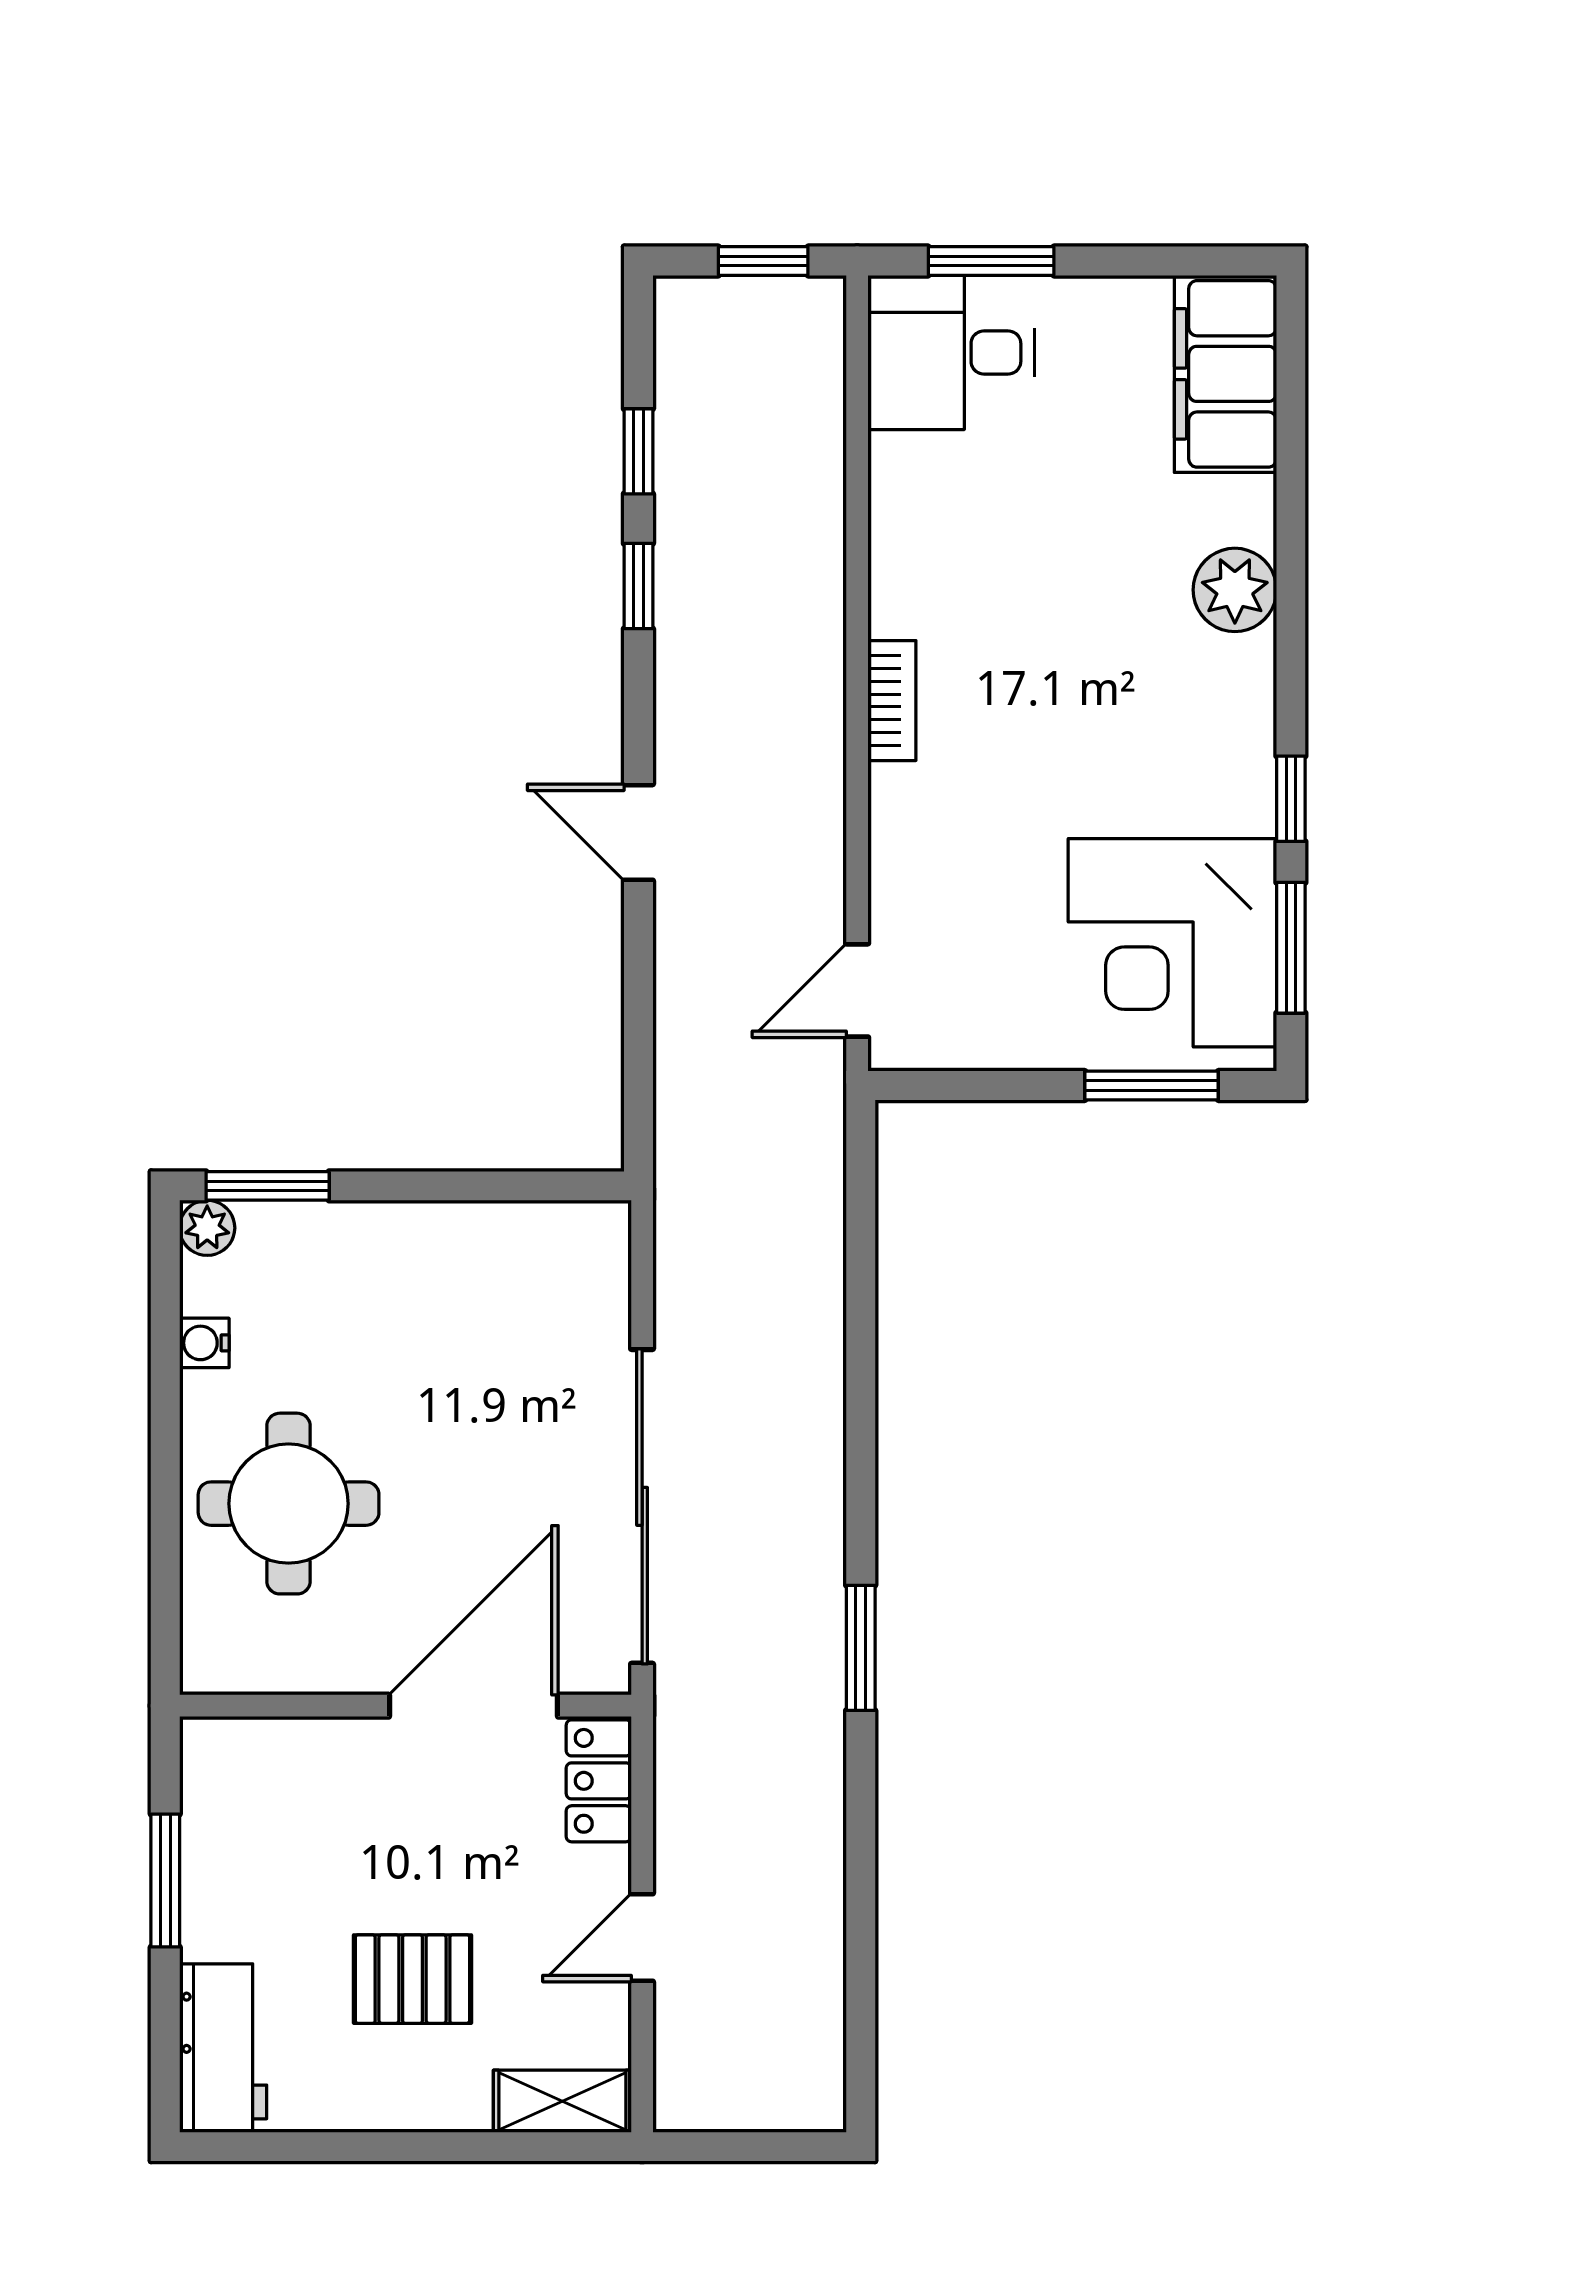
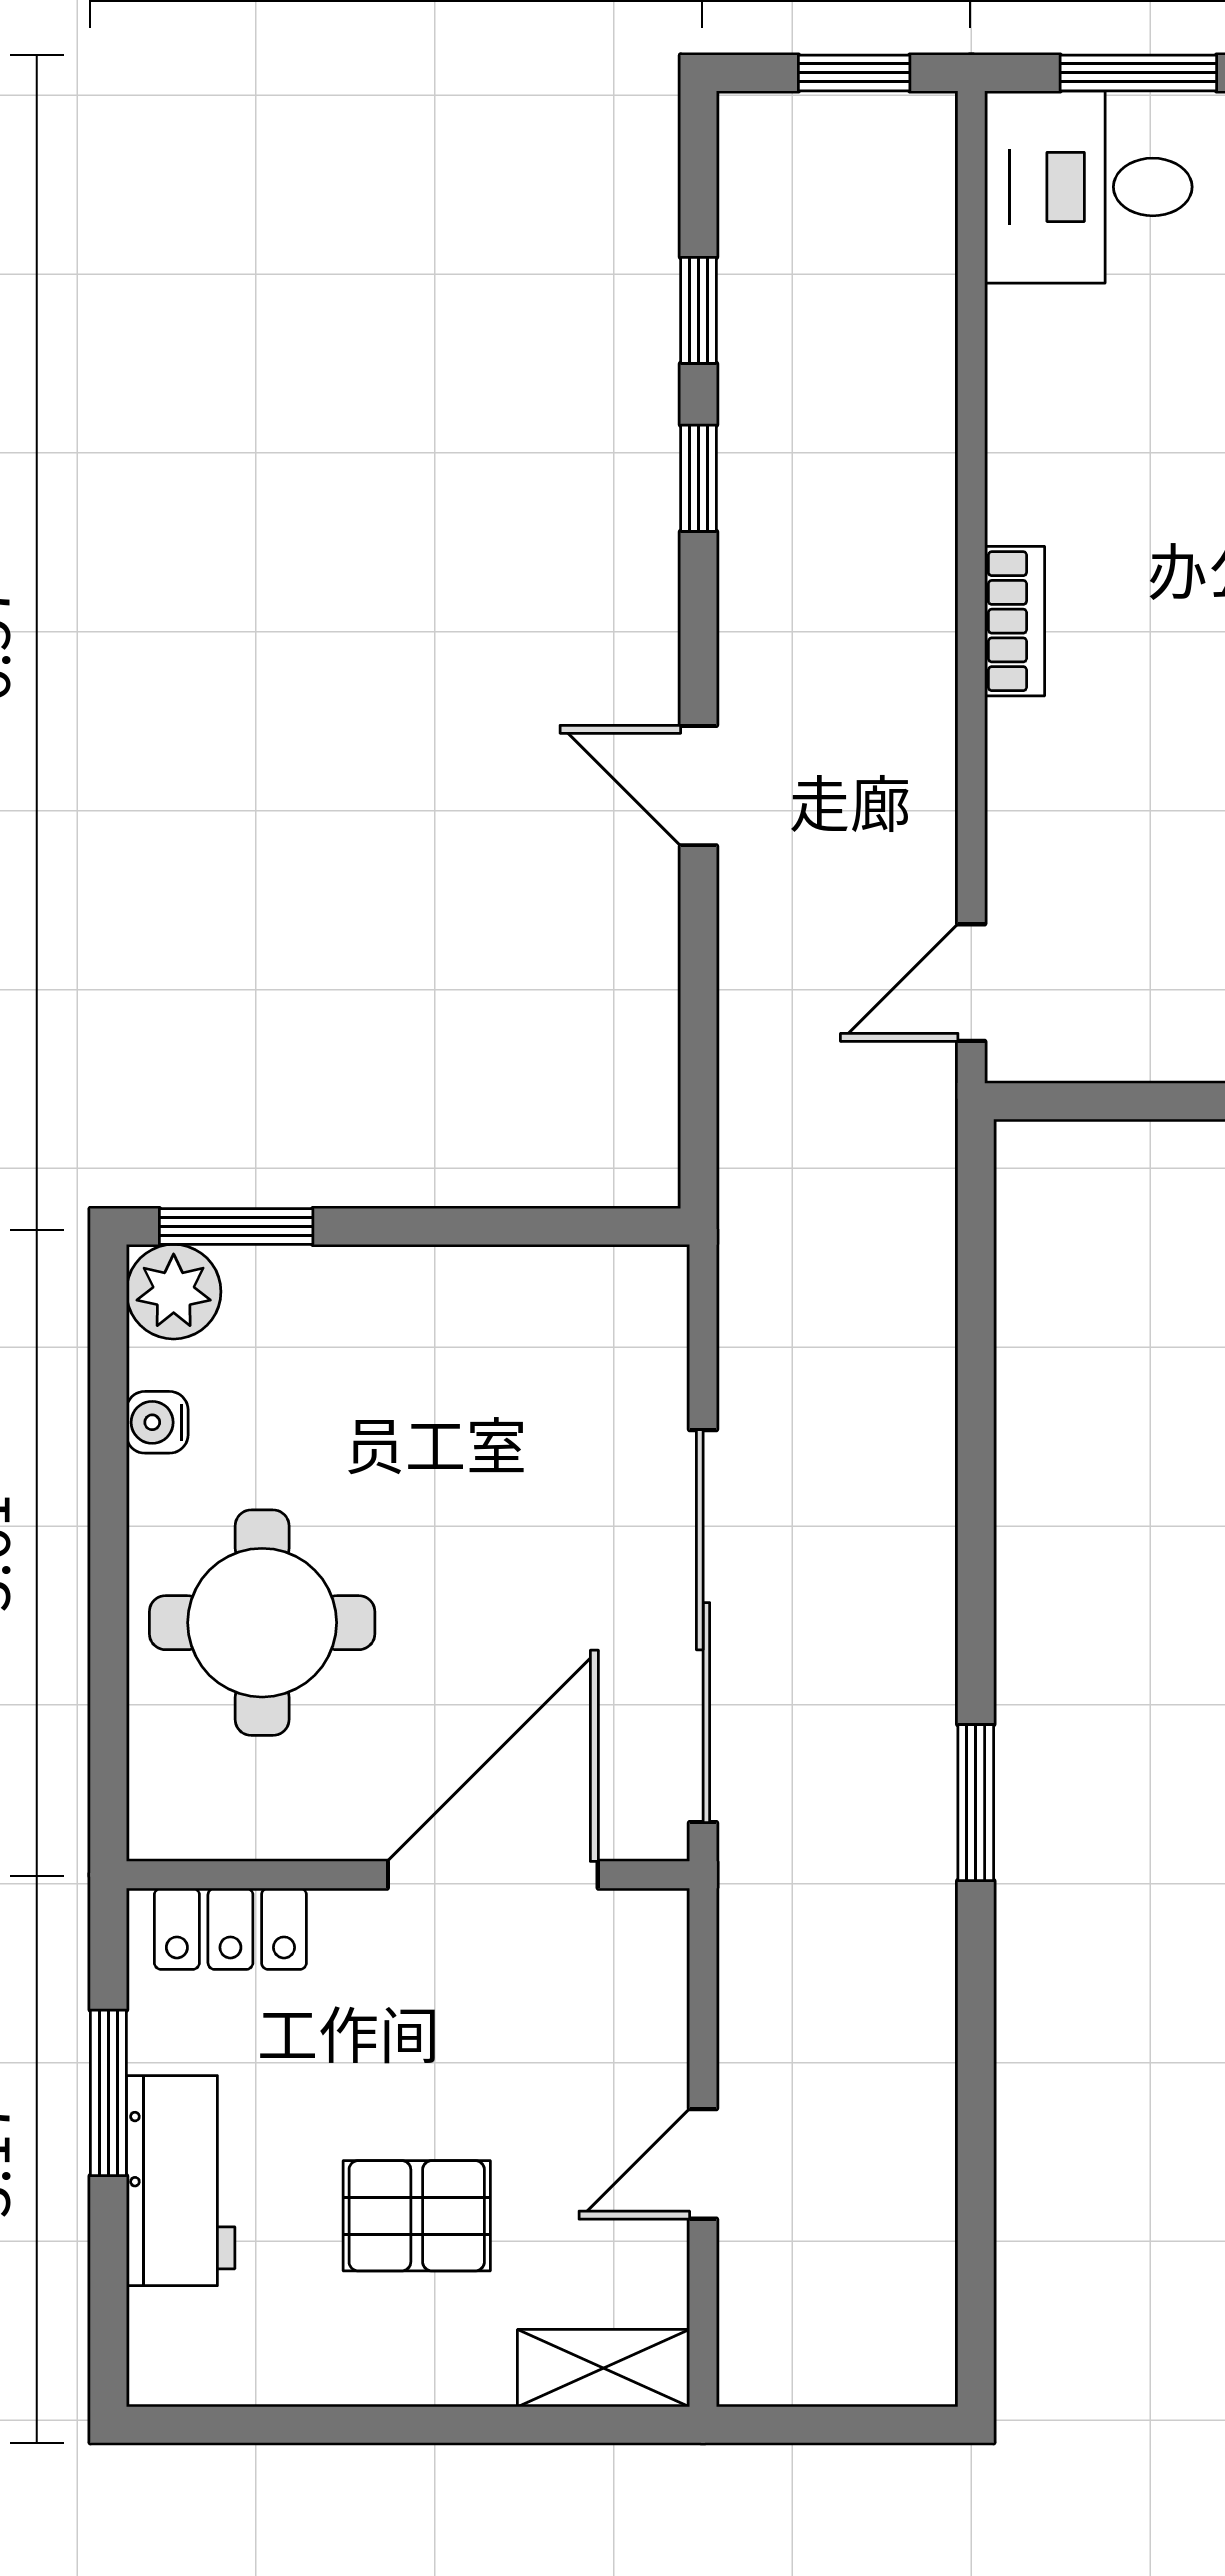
plant: (207, 1228) -> (174, 1292), width x1.38, depth x1.38
locker: (599, 1781) -> (230, 1929), moved, turned -90
workbench: (223, 2048) -> (181, 2181), moved

